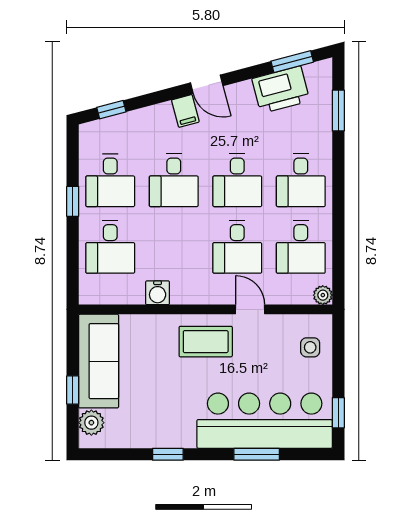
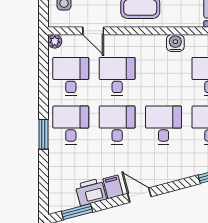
printer: (281, 90) -> (91, 192), width x0.73, depth x0.84
filing cabinet: (185, 111) -> (113, 187), moved
window: (338, 111) -> (43, 134), moved
door: (250, 309) -> (93, 31), moved

